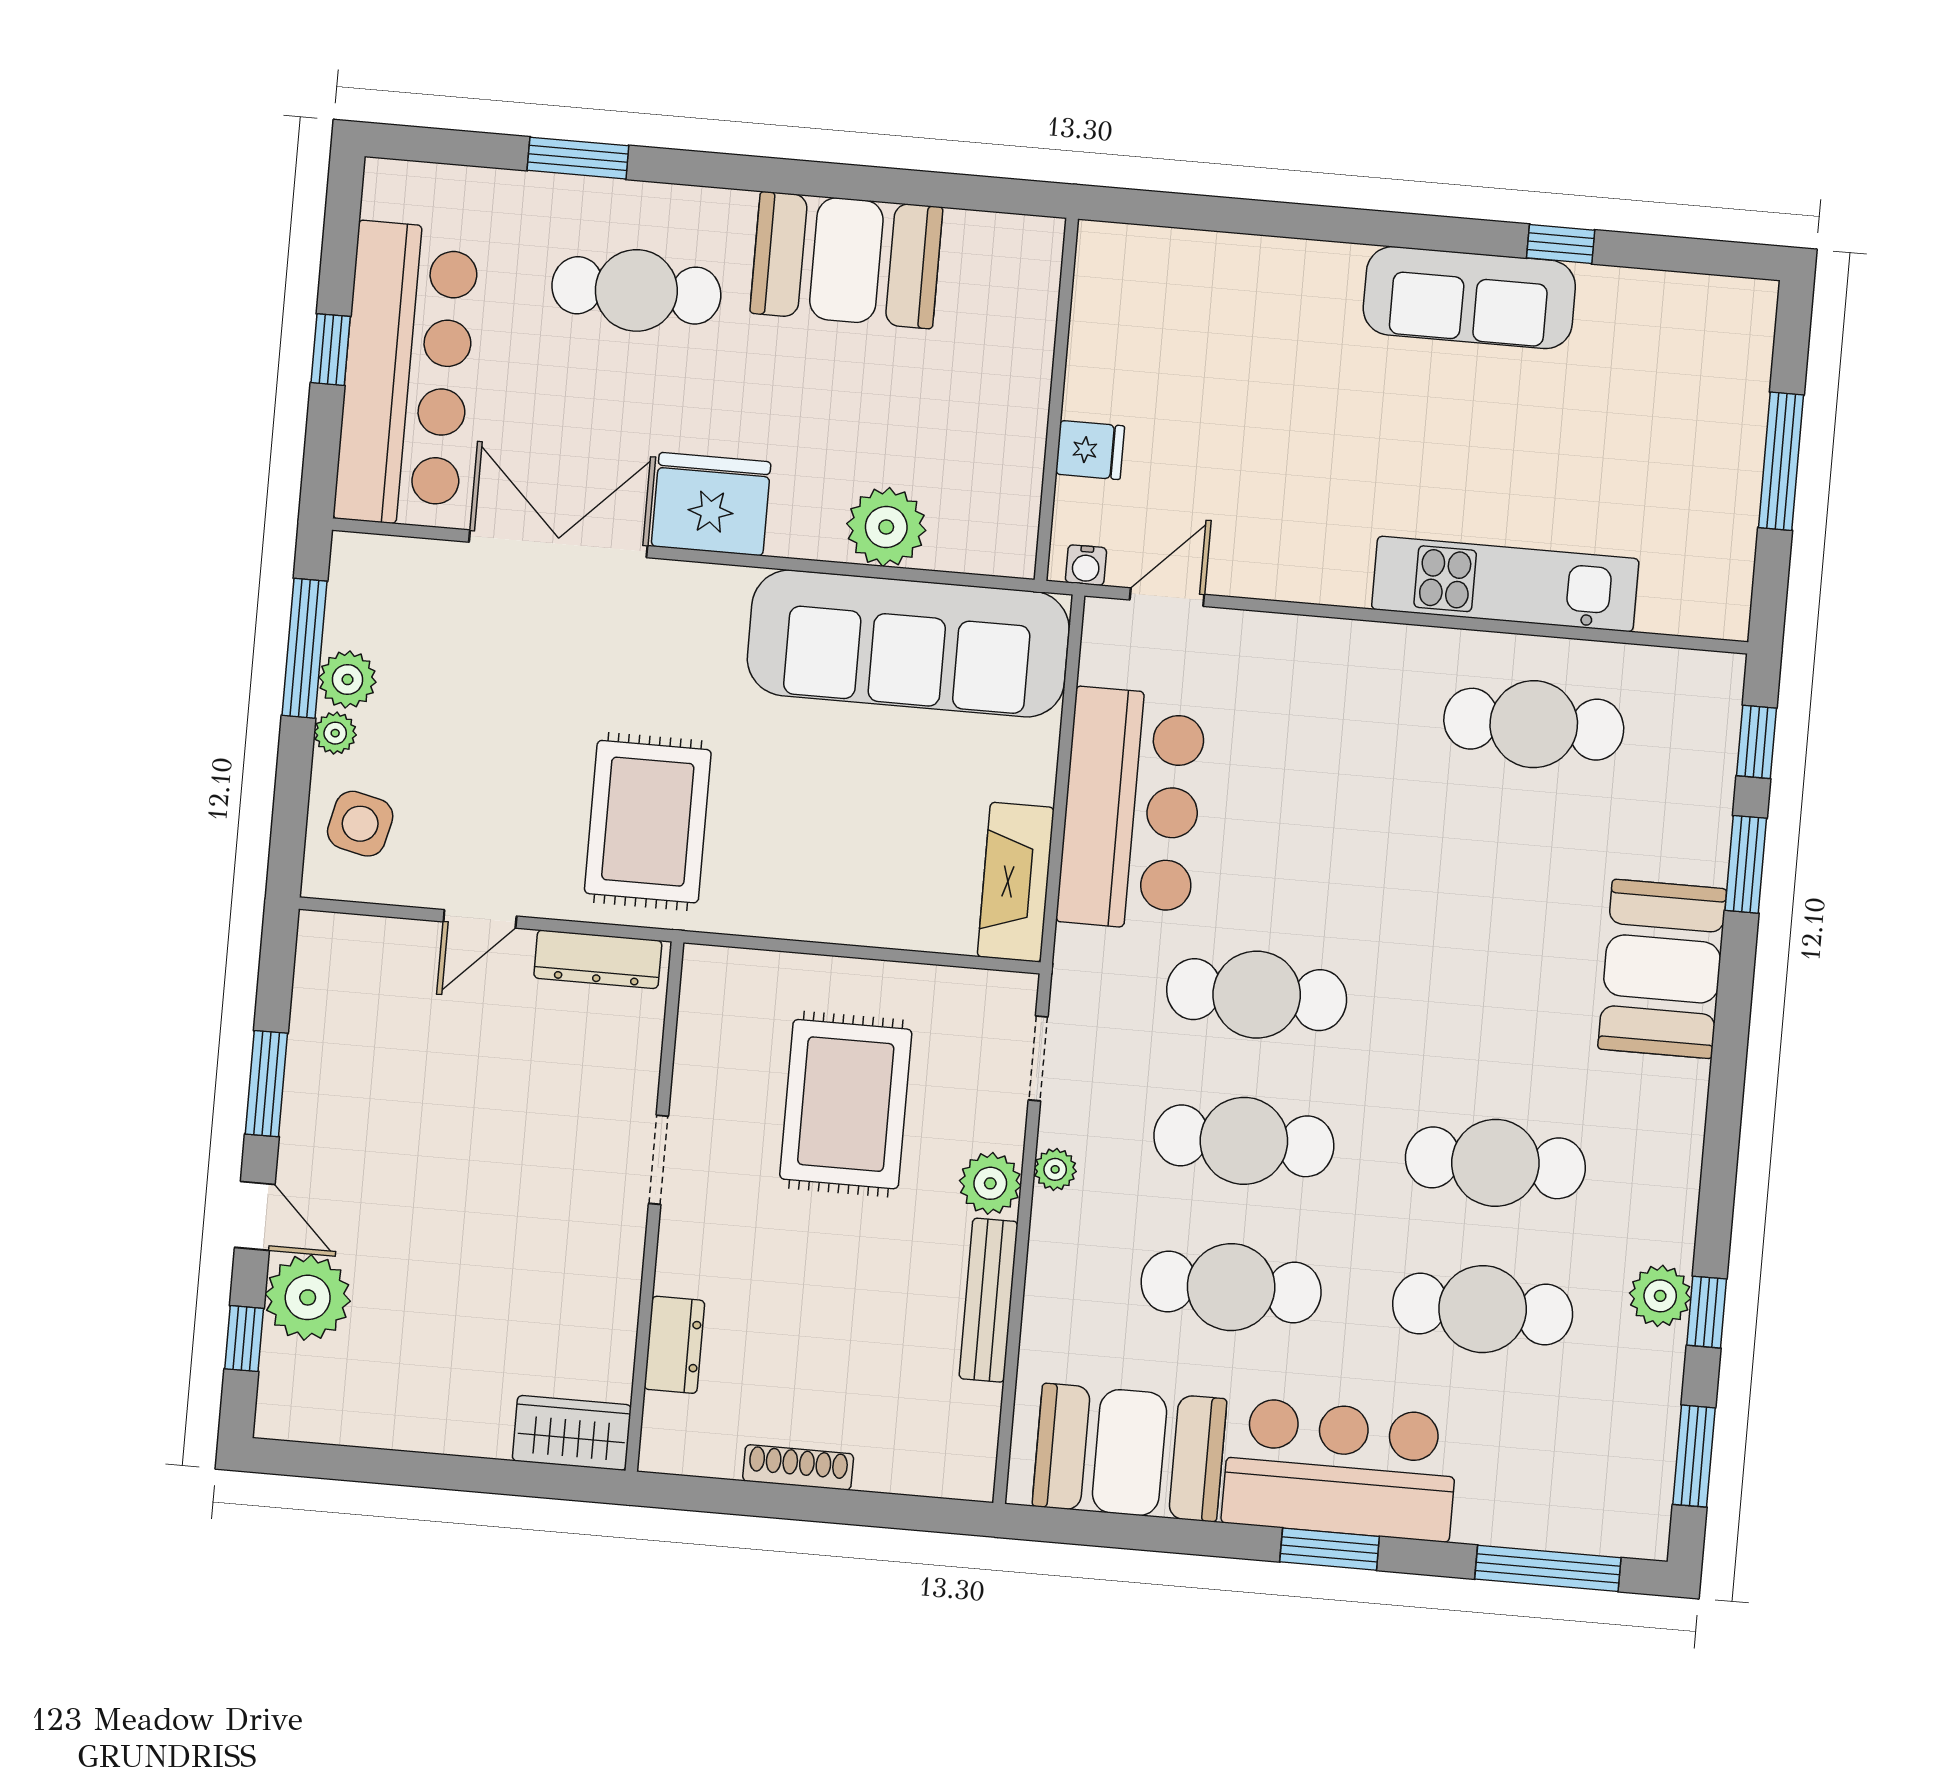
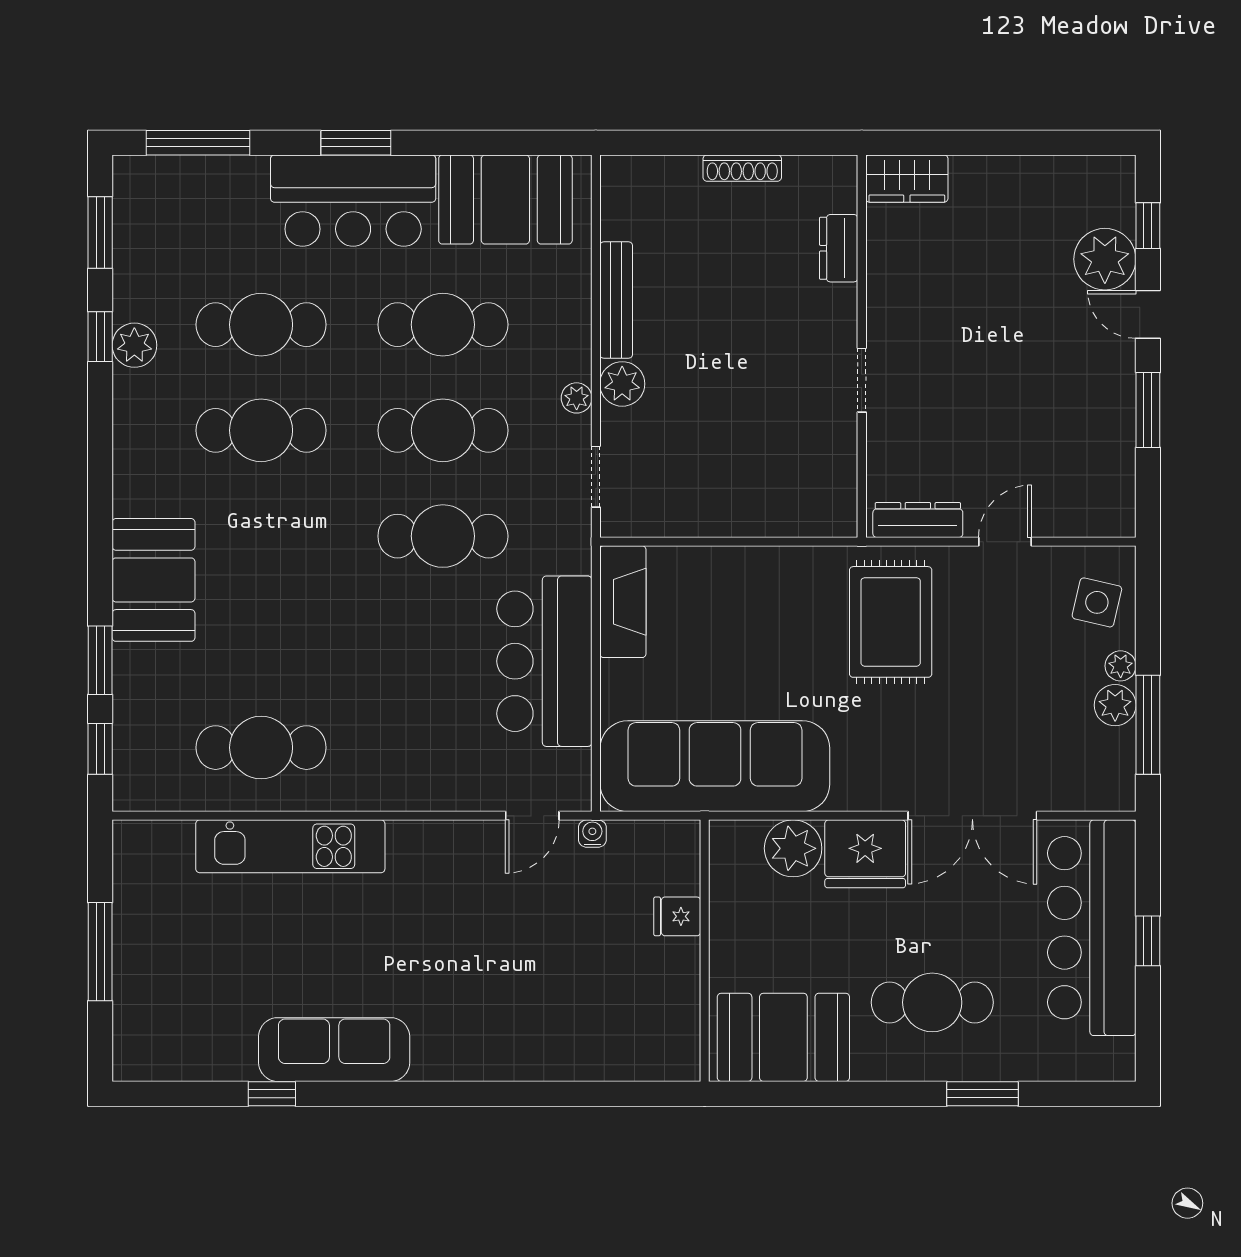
wall: (1056, 399) -> (705, 951), moved
fridge: (1090, 450) -> (677, 916), moved
plant: (886, 527) -> (793, 848), moved
rug: (846, 1104) -> (731, 432), removed

